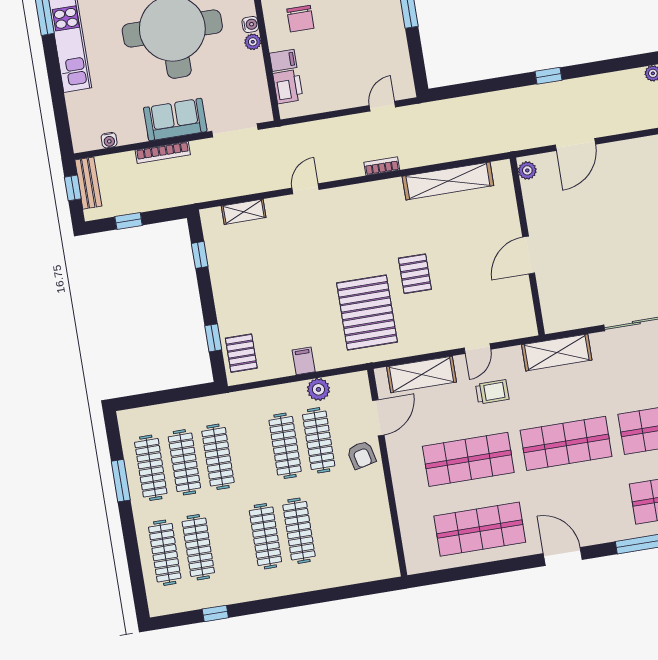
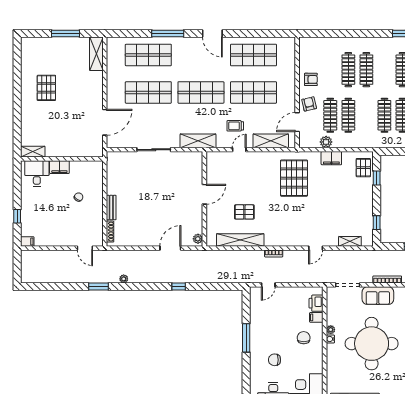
pallet: (415, 274) -> (244, 212), moved, turned 90
filing cabinet: (304, 361) -> (331, 158), width x2.00
armchair: (365, 501) -> (311, 79), added

